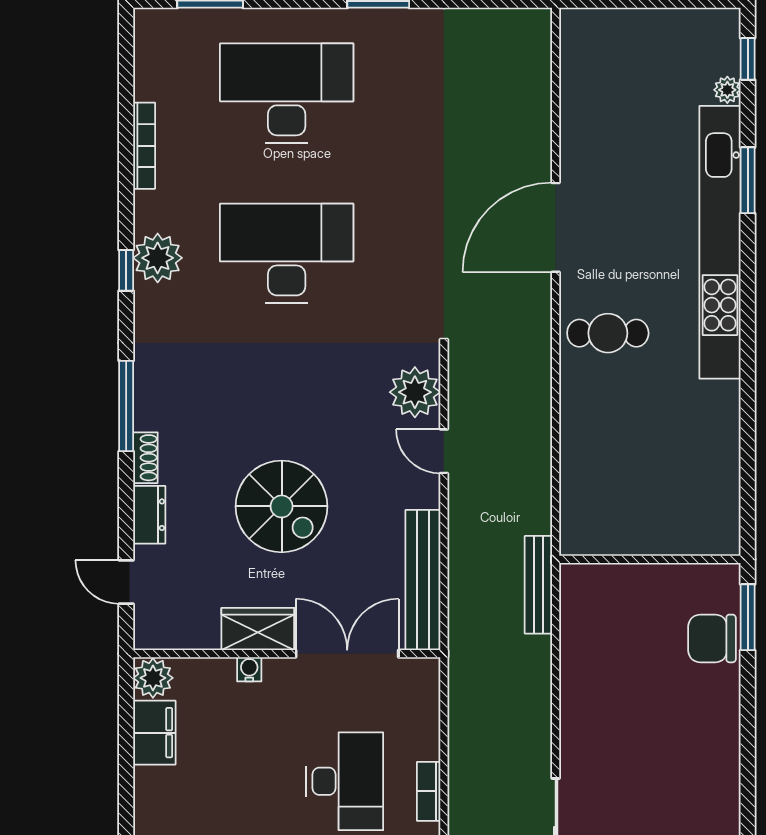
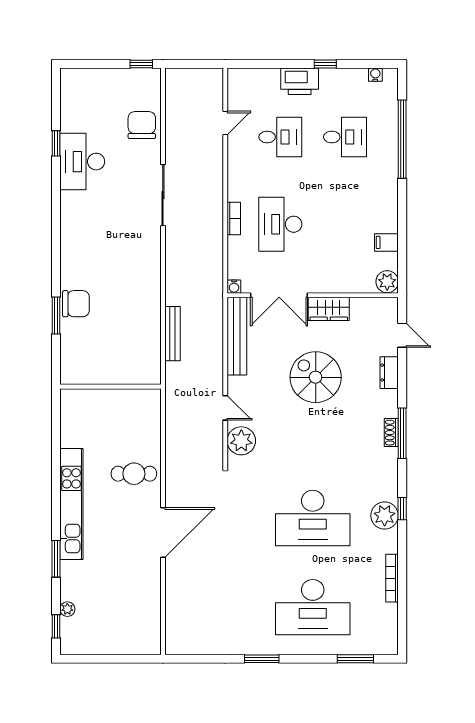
kitchen unit: (720, 242) -> (71, 504), width x0.73
shoe rack: (145, 458) -> (391, 433), moved
wall: (650, 559) -> (111, 387), moved
water cooler: (249, 669) -> (234, 287), moved
filing cabinet: (154, 733) -> (386, 242), width x0.50

